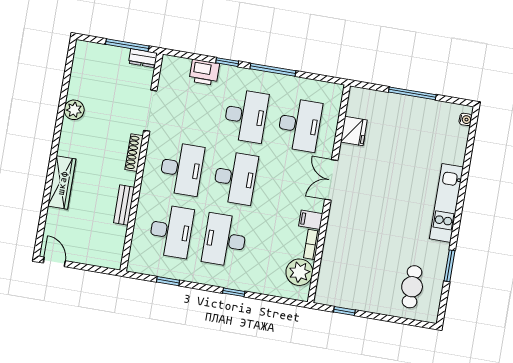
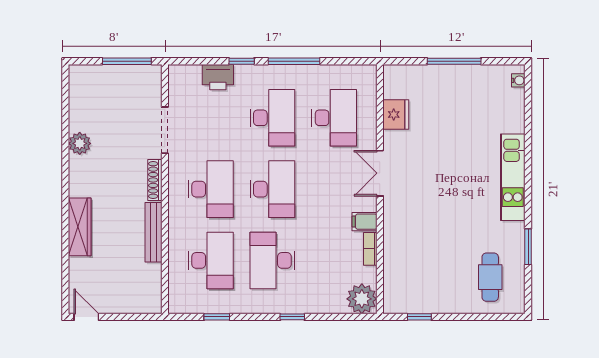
dresser: (143, 58) -> (147, 73), removed
bench: (124, 205) -> (153, 232), width x1.36
plant: (299, 272) -> (362, 299), moved

